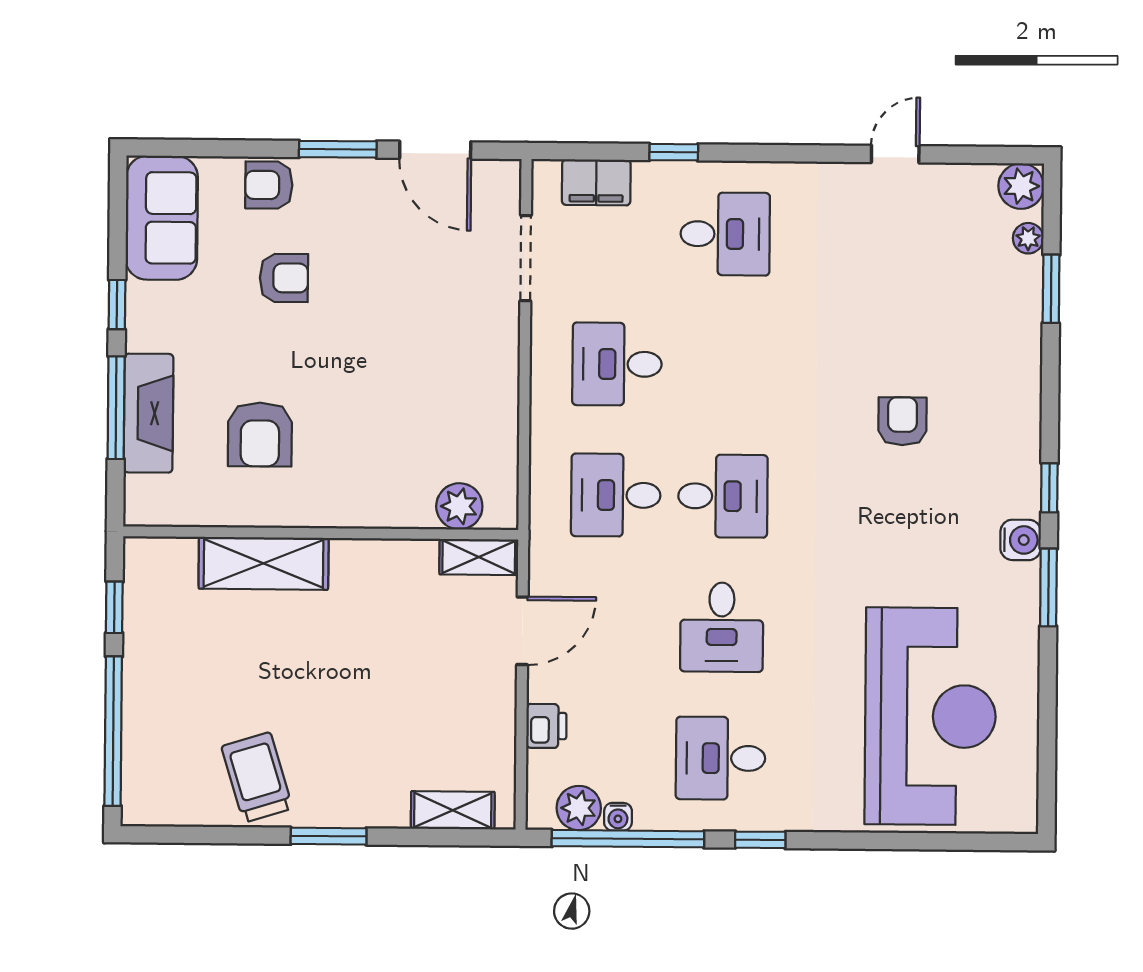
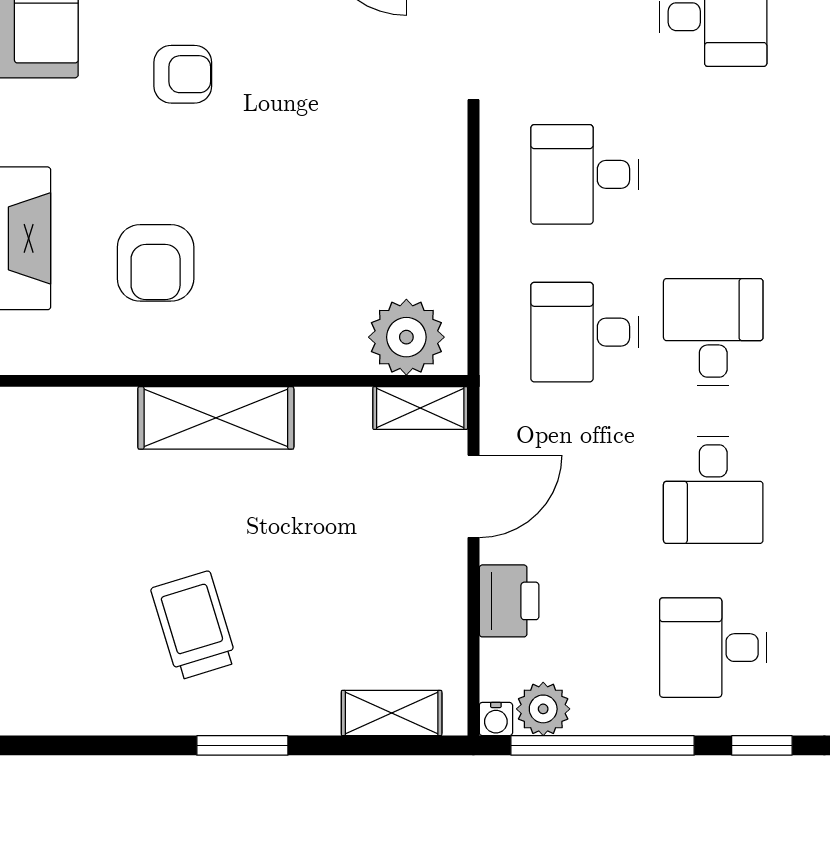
desk: (723, 496) -> (713, 332), turned -90
plant: (459, 506) -> (406, 337), width x1.36, depth x1.36
shelving: (264, 563) -> (216, 418), moved
printer: (546, 726) -> (509, 601), width x1.36, depth x1.24
trolley: (257, 777) -> (194, 625), moved
water cooler: (618, 817) -> (496, 719), moved

